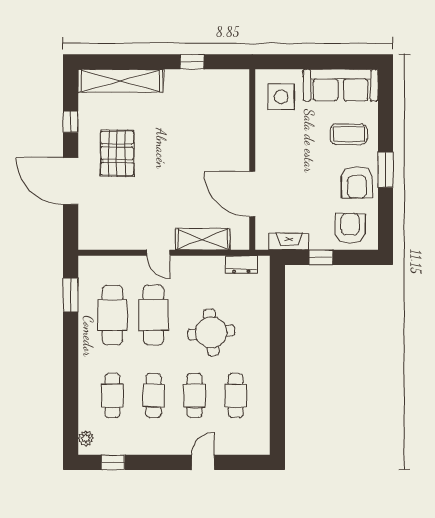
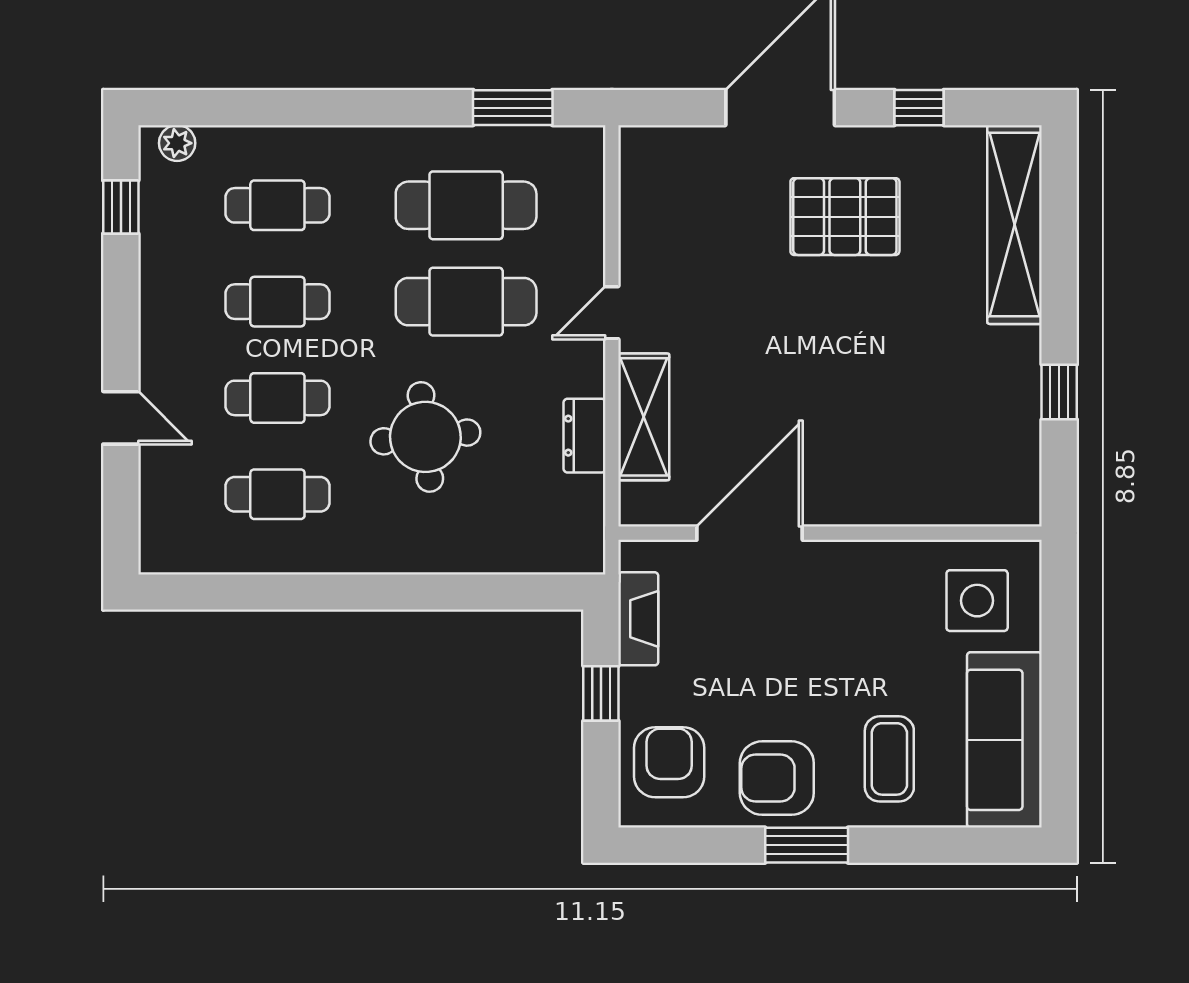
armchair: (350, 228) -> (669, 762), turned -90
dresser: (241, 264) -> (584, 436), moved

